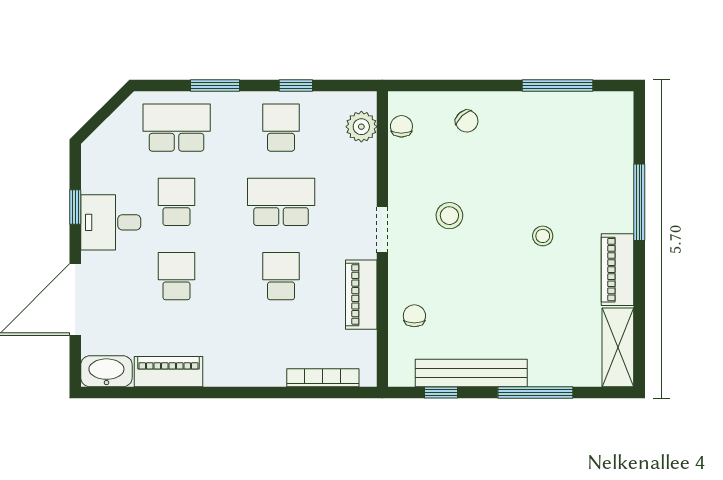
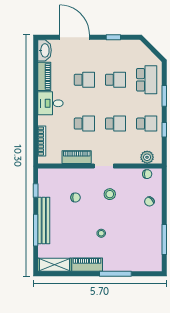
school desk: (281, 202) -> (116, 124), width x0.54
desk: (111, 222) -> (50, 103), moved, turned -90
chair: (414, 316) -> (75, 197), moved
bench: (471, 373) -> (44, 221), moved

